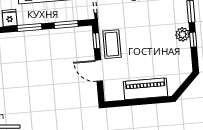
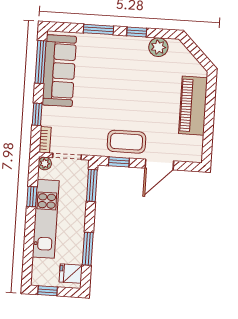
window: (66, 24) -> (92, 185), moved
plant: (183, 34) -> (158, 47), moved

